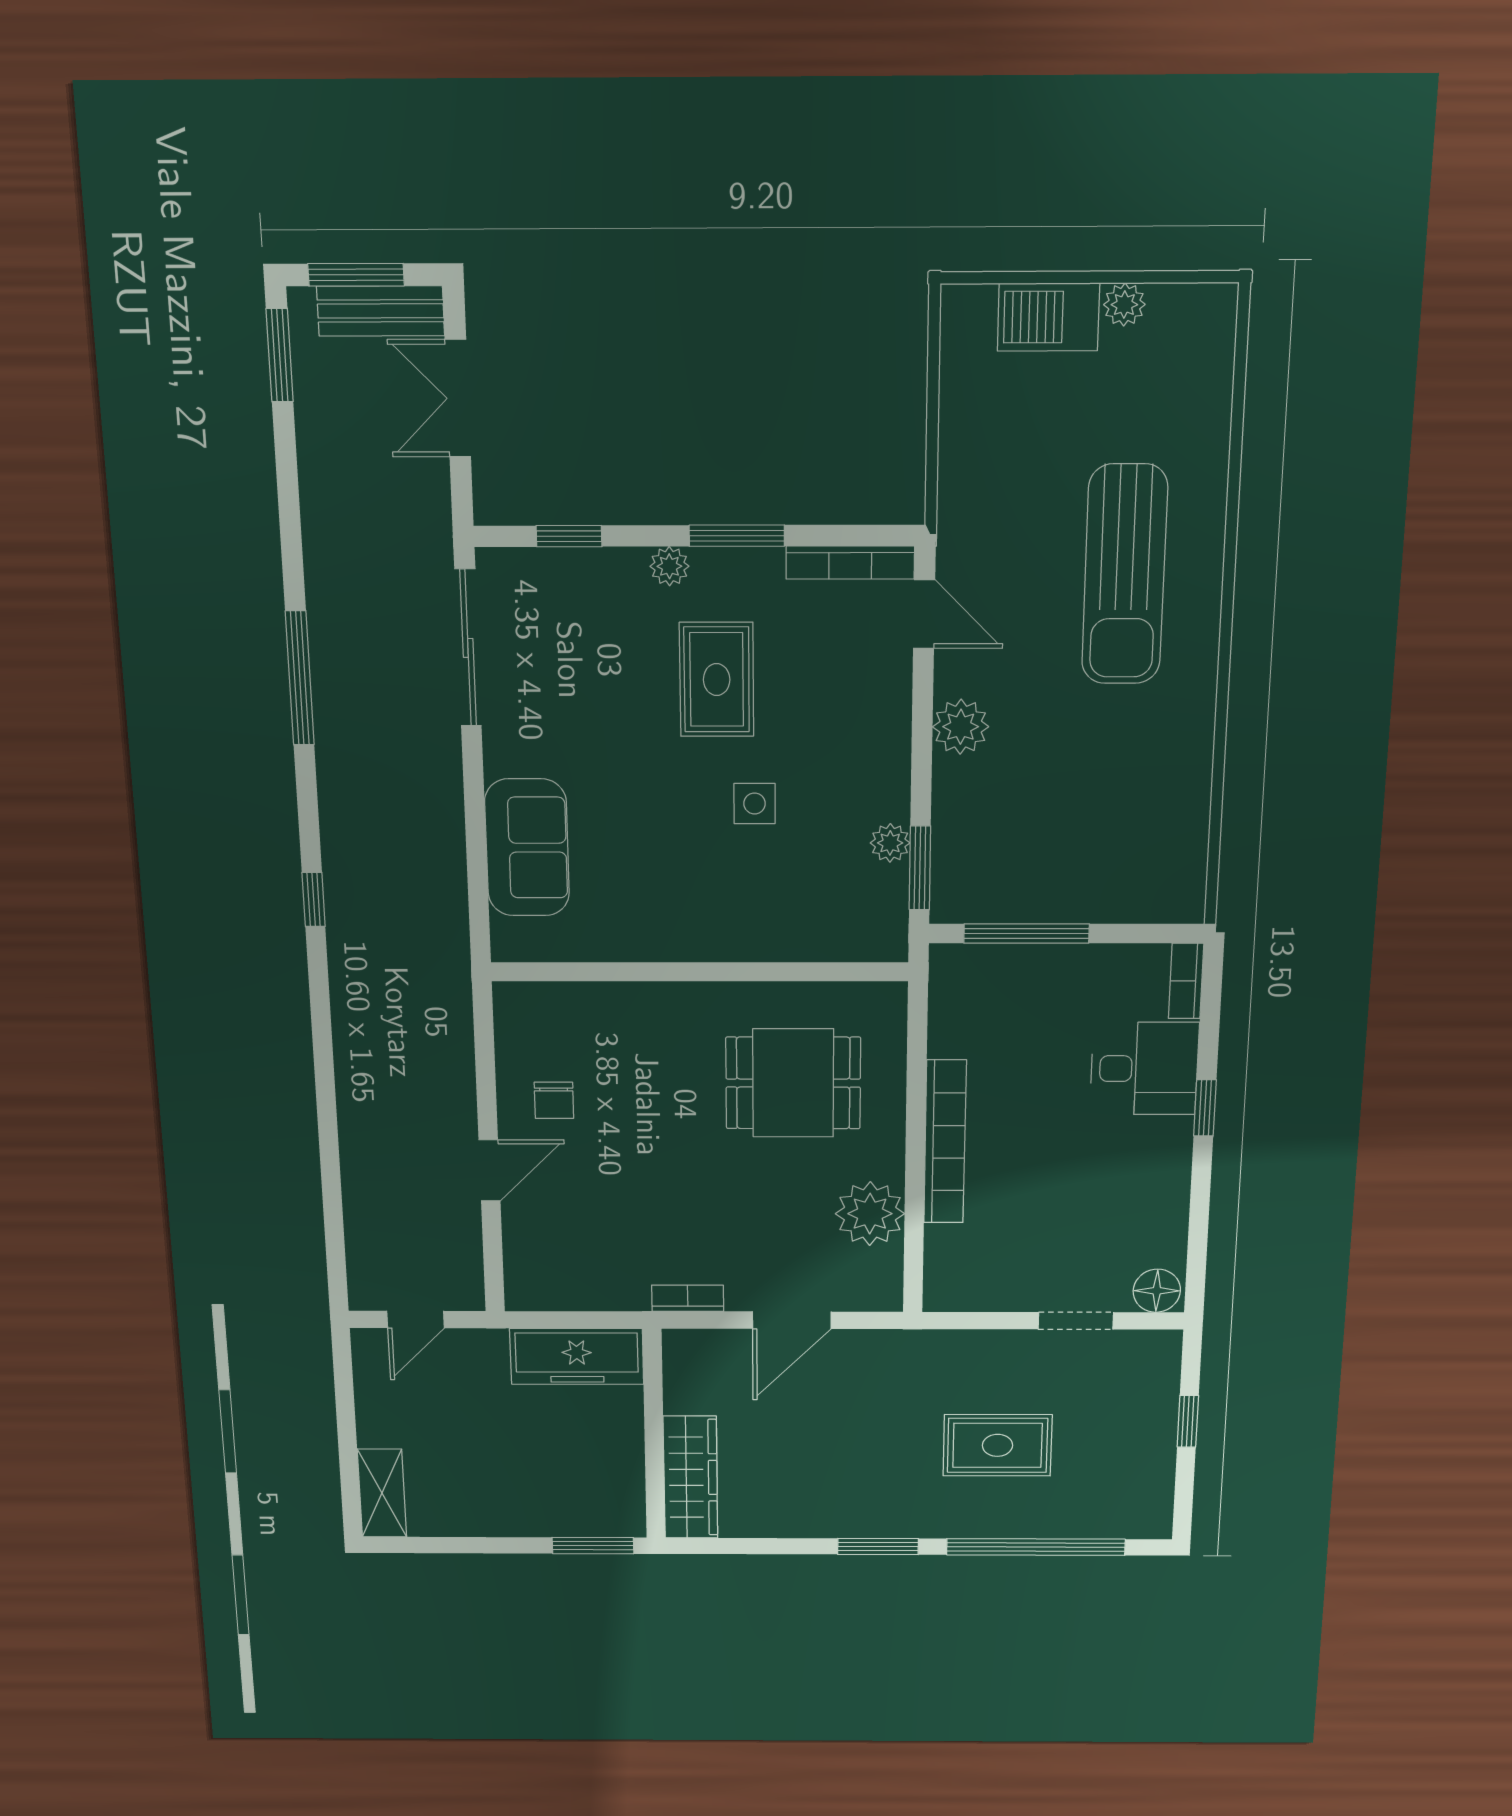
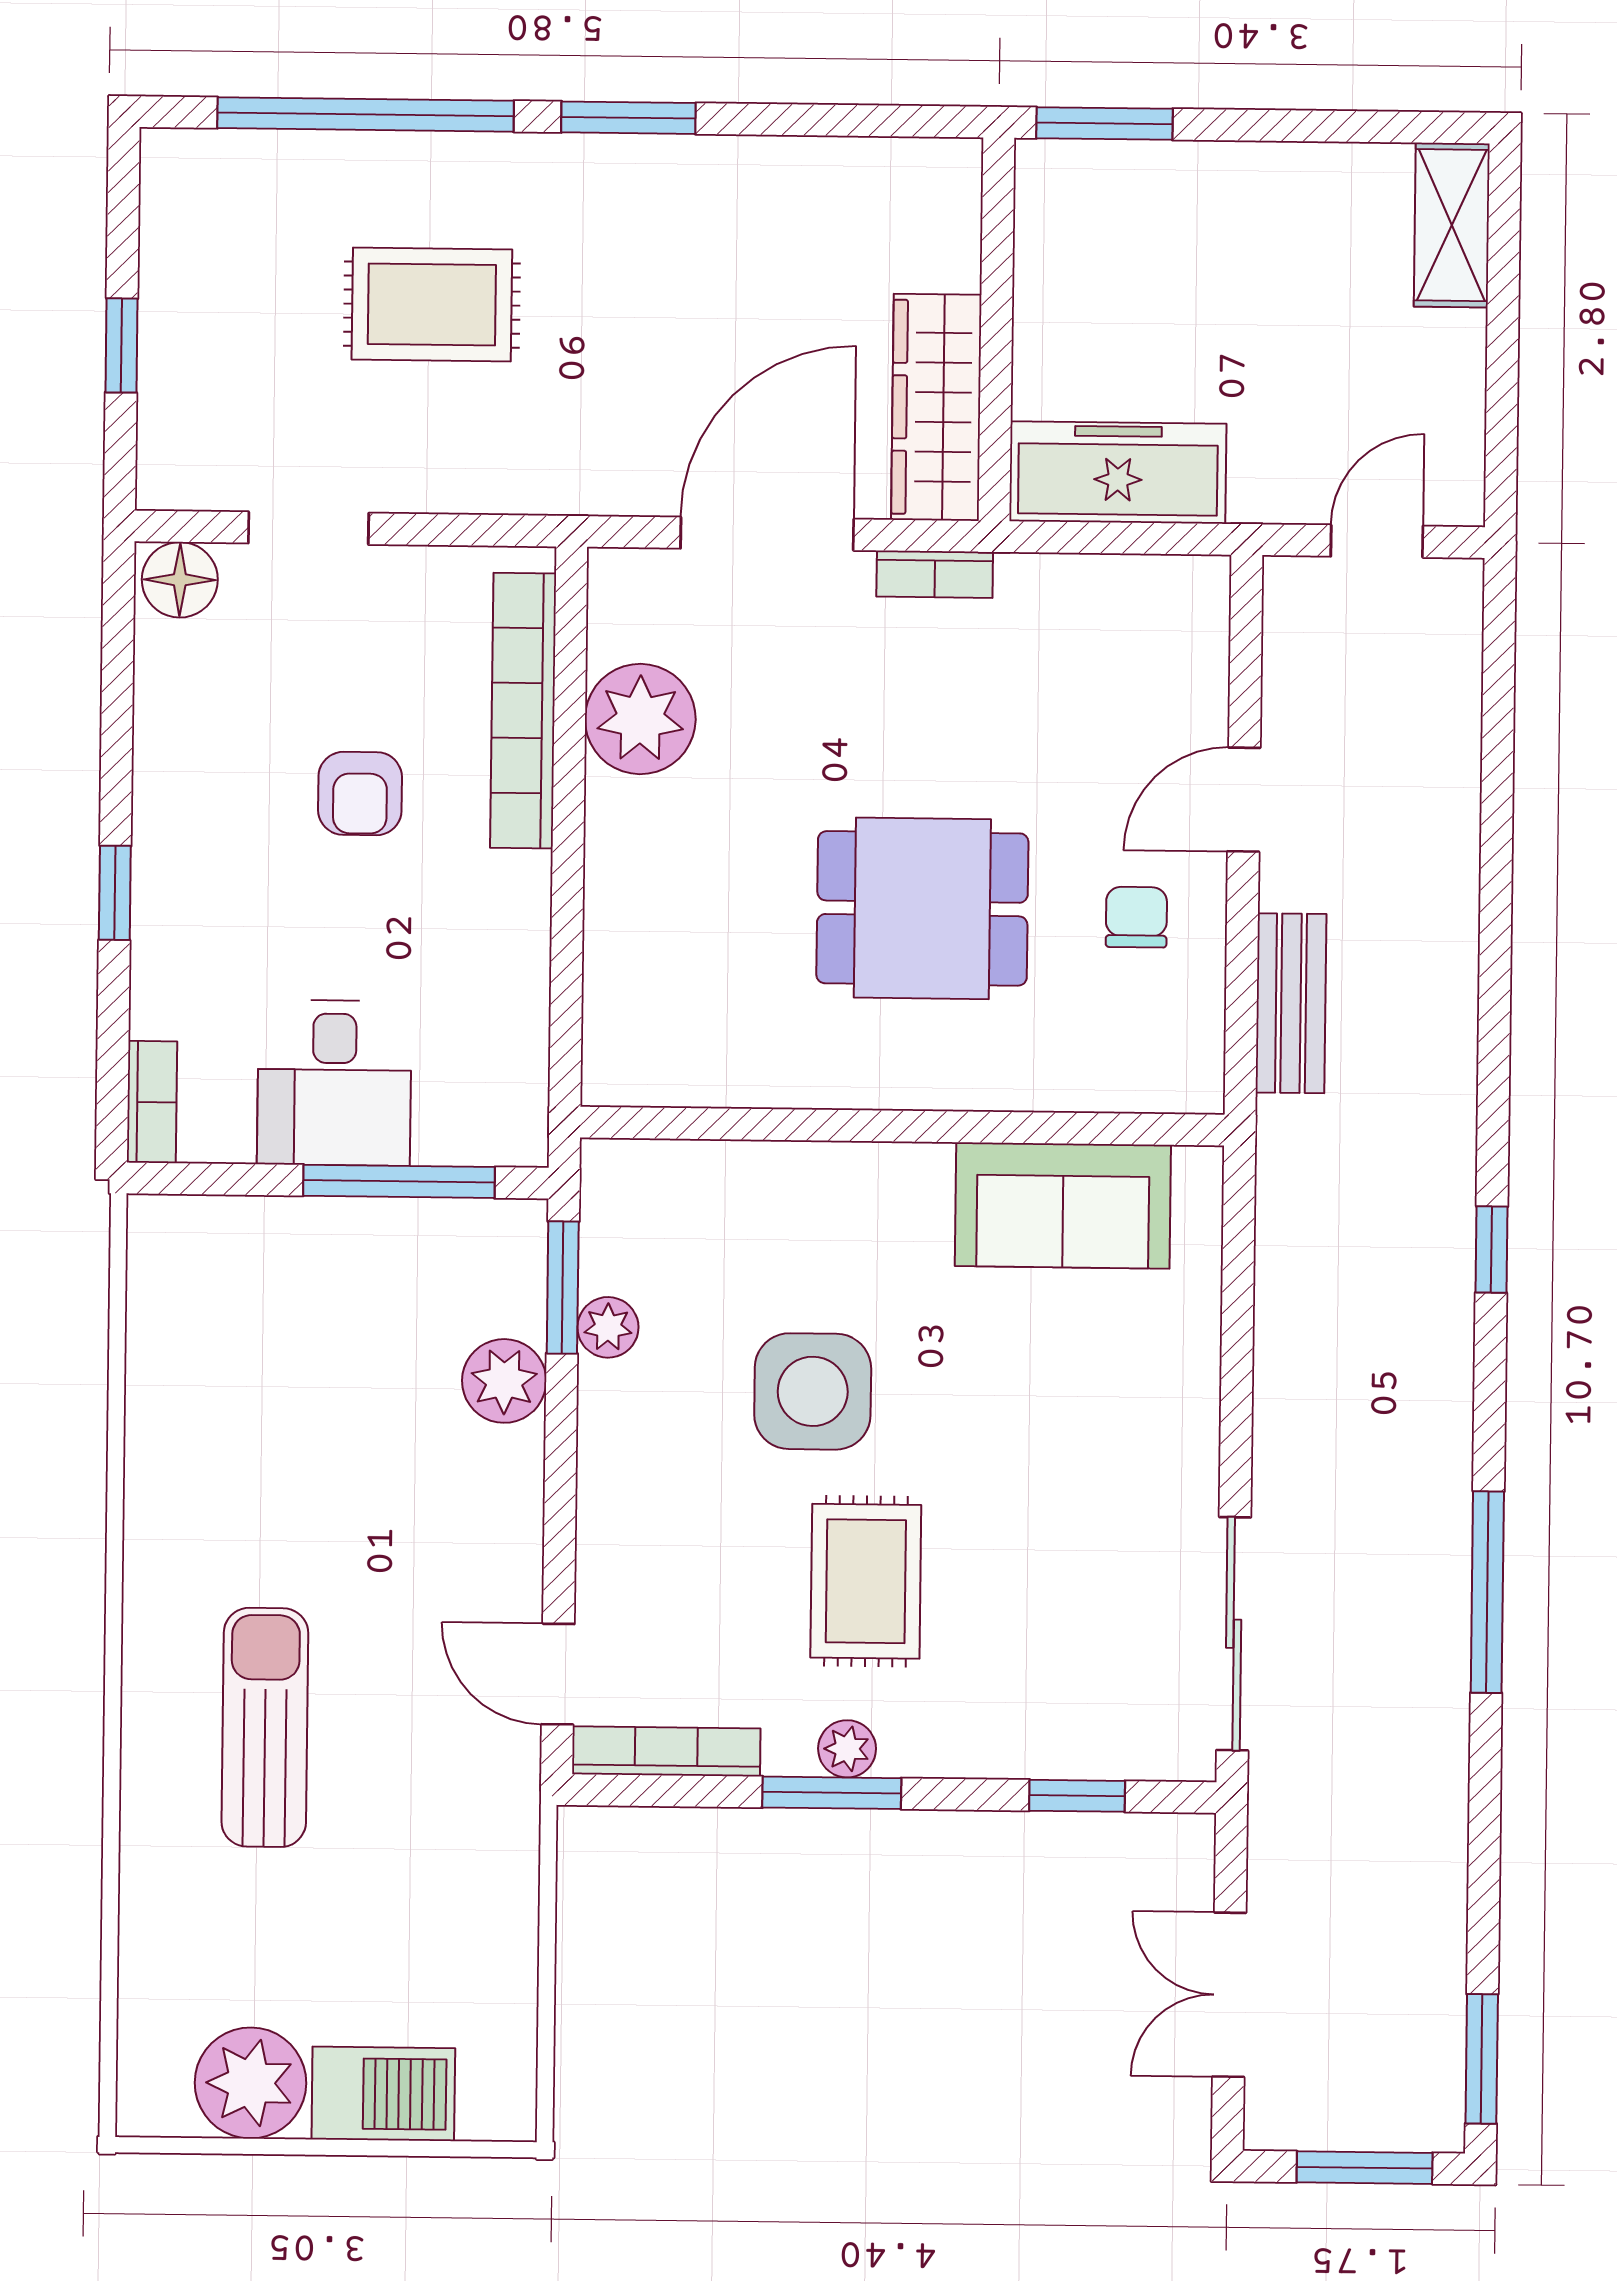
plant: (1124, 305) -> (250, 2083), width x1.88, depth x1.88
bench: (381, 311) -> (1291, 1003), moved, turned 90
double door: (458, 398) -> (1229, 1995), swing flipped
plant: (669, 566) -> (847, 1749), moved
sun lounger: (1124, 575) -> (265, 1727), width x0.73, depth x0.75
plant: (961, 727) -> (504, 1381), moved
side table: (755, 804) -> (813, 1391), width x1.87, depth x1.87
sofa: (527, 848) -> (1063, 1205), moved, turned -90
desk: (1144, 1069) -> (334, 1083), moved, turned -90
dining table: (793, 1083) -> (922, 908), moved
bookcase: (945, 1142) -> (523, 711), moved
armchair: (1047, 1168) -> (360, 794), added
door: (792, 1320) -> (767, 534), width x1.36
wardrobe: (690, 1477) -> (936, 407), moved

